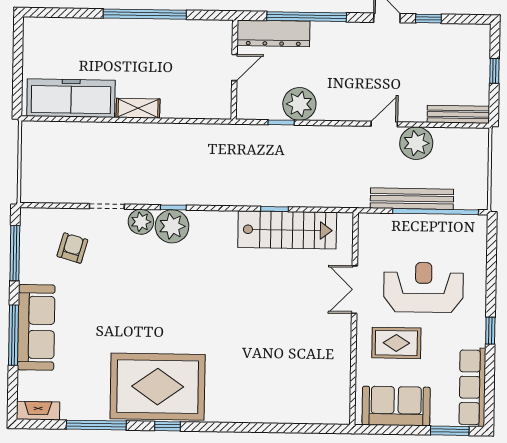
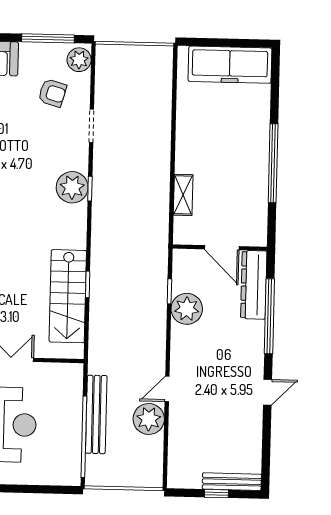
window: (428, 19) -> (267, 432), removed
door: (234, 68) -> (222, 248), width x1.38
freezer: (71, 98) -> (230, 65), moved, turned 90
shelving: (138, 108) -> (183, 195), moved
bench: (458, 114) -> (232, 482), moved, turned 90
door: (384, 124) -> (167, 389), swing flipped
plant: (141, 222) -> (79, 60), moved

